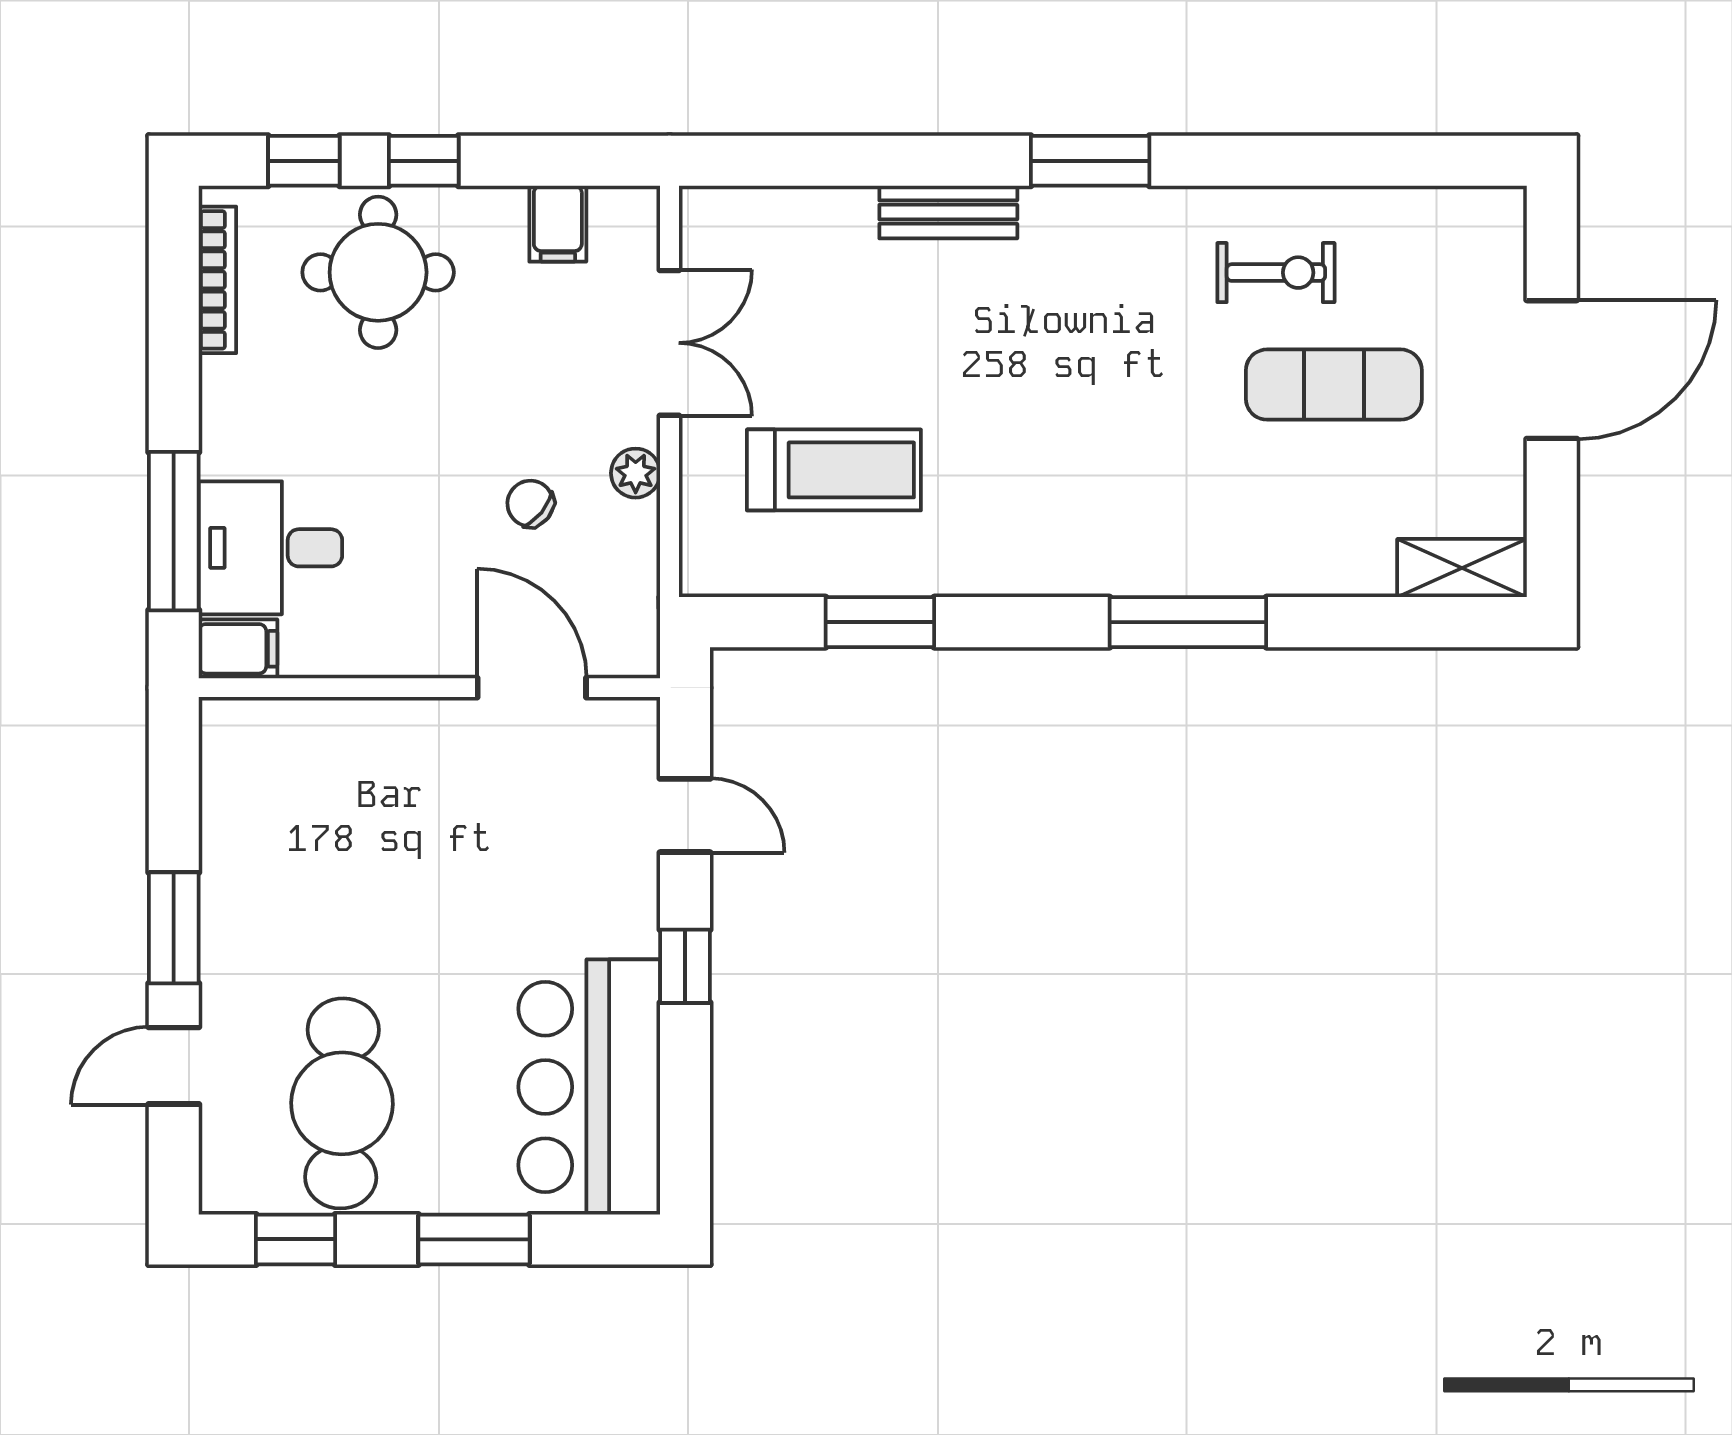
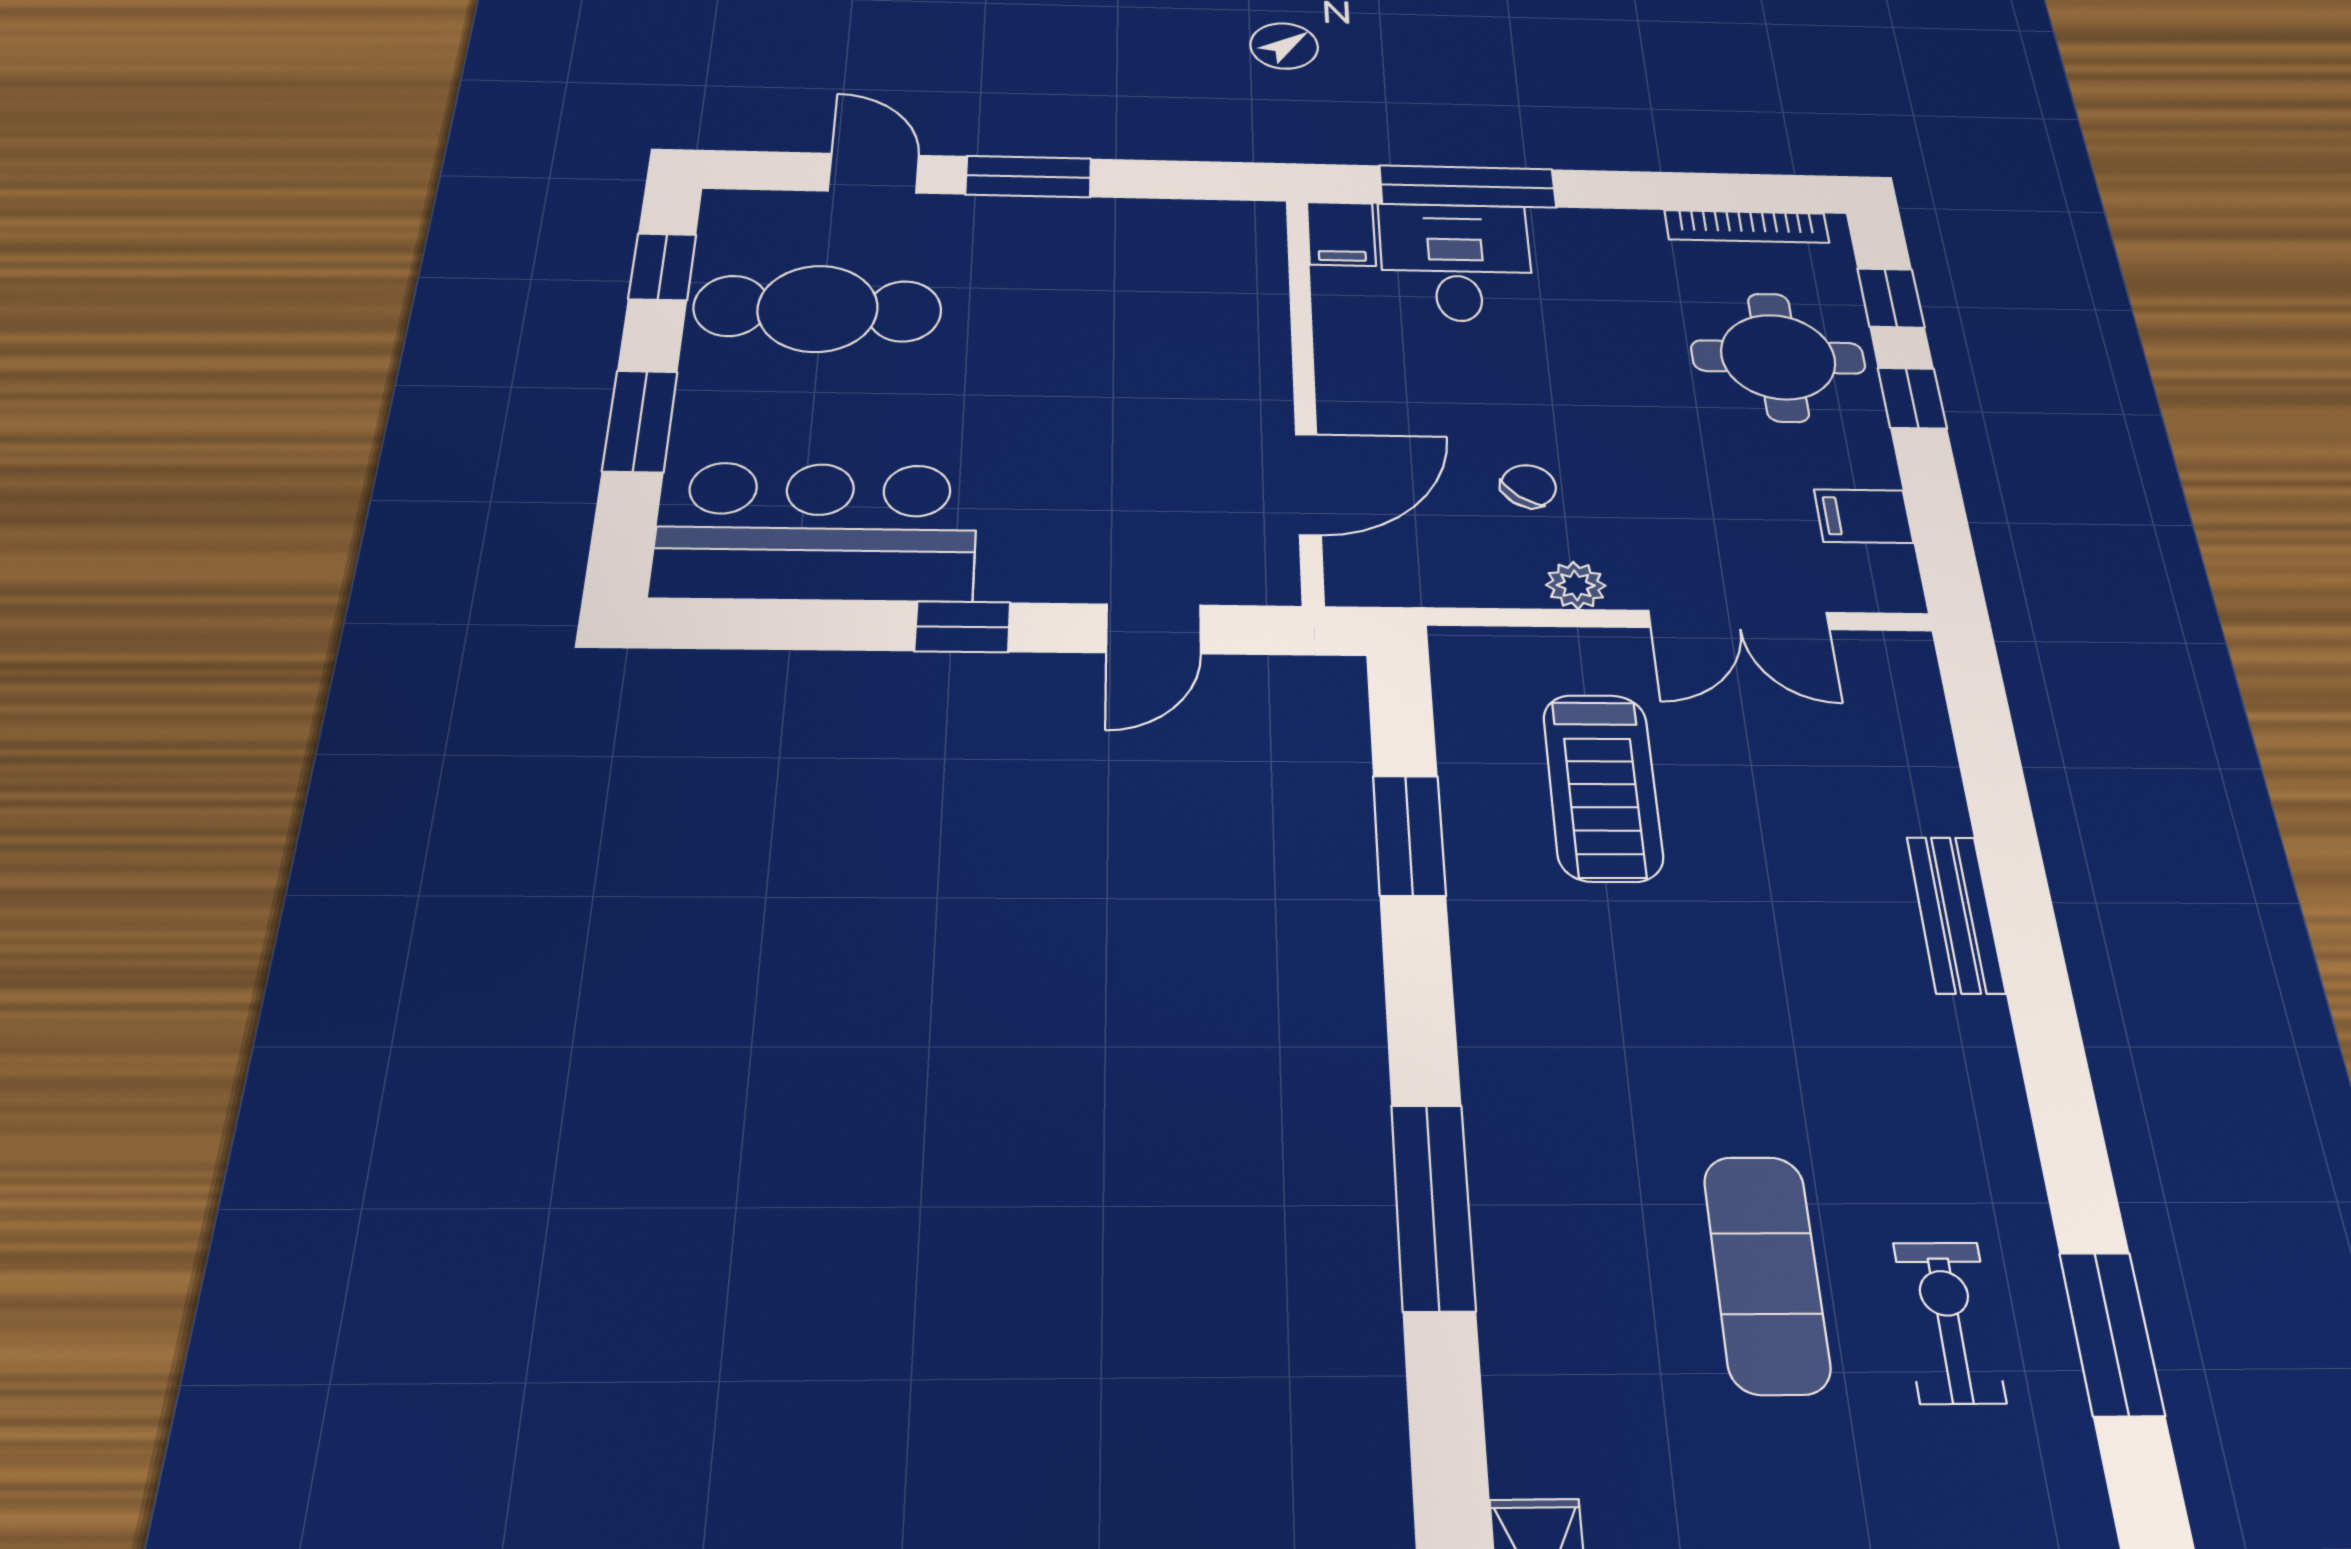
window: (1090, 161) -> (2112, 1334), moved
exercise bike: (1276, 273) -> (1949, 1322), turned 180
exercise mat: (1334, 385) -> (1766, 1273), moved

